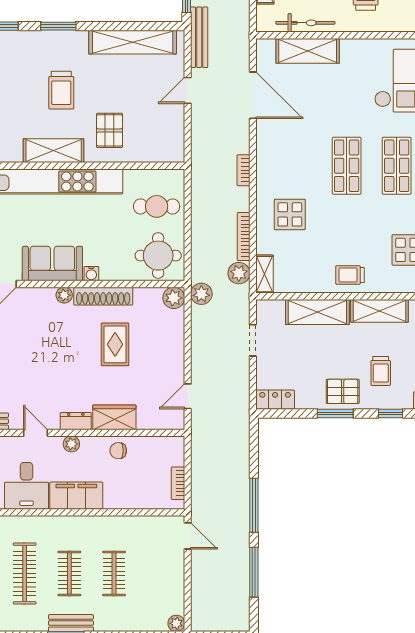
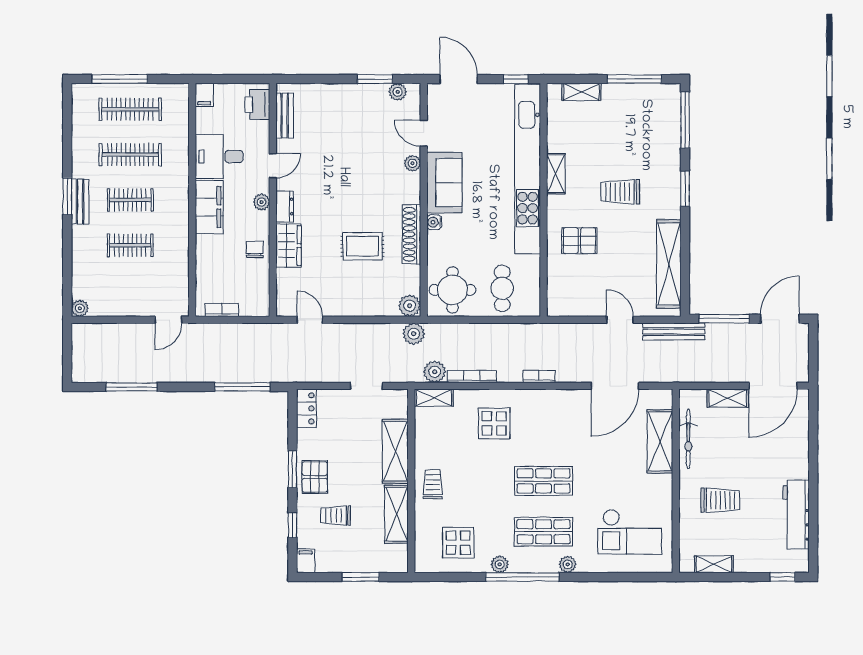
shelving: (54, 151) -> (556, 174), width x0.67, depth x0.75
plant: (64, 295) -> (412, 163), moved
window: (254, 505) -> (242, 387), moved

